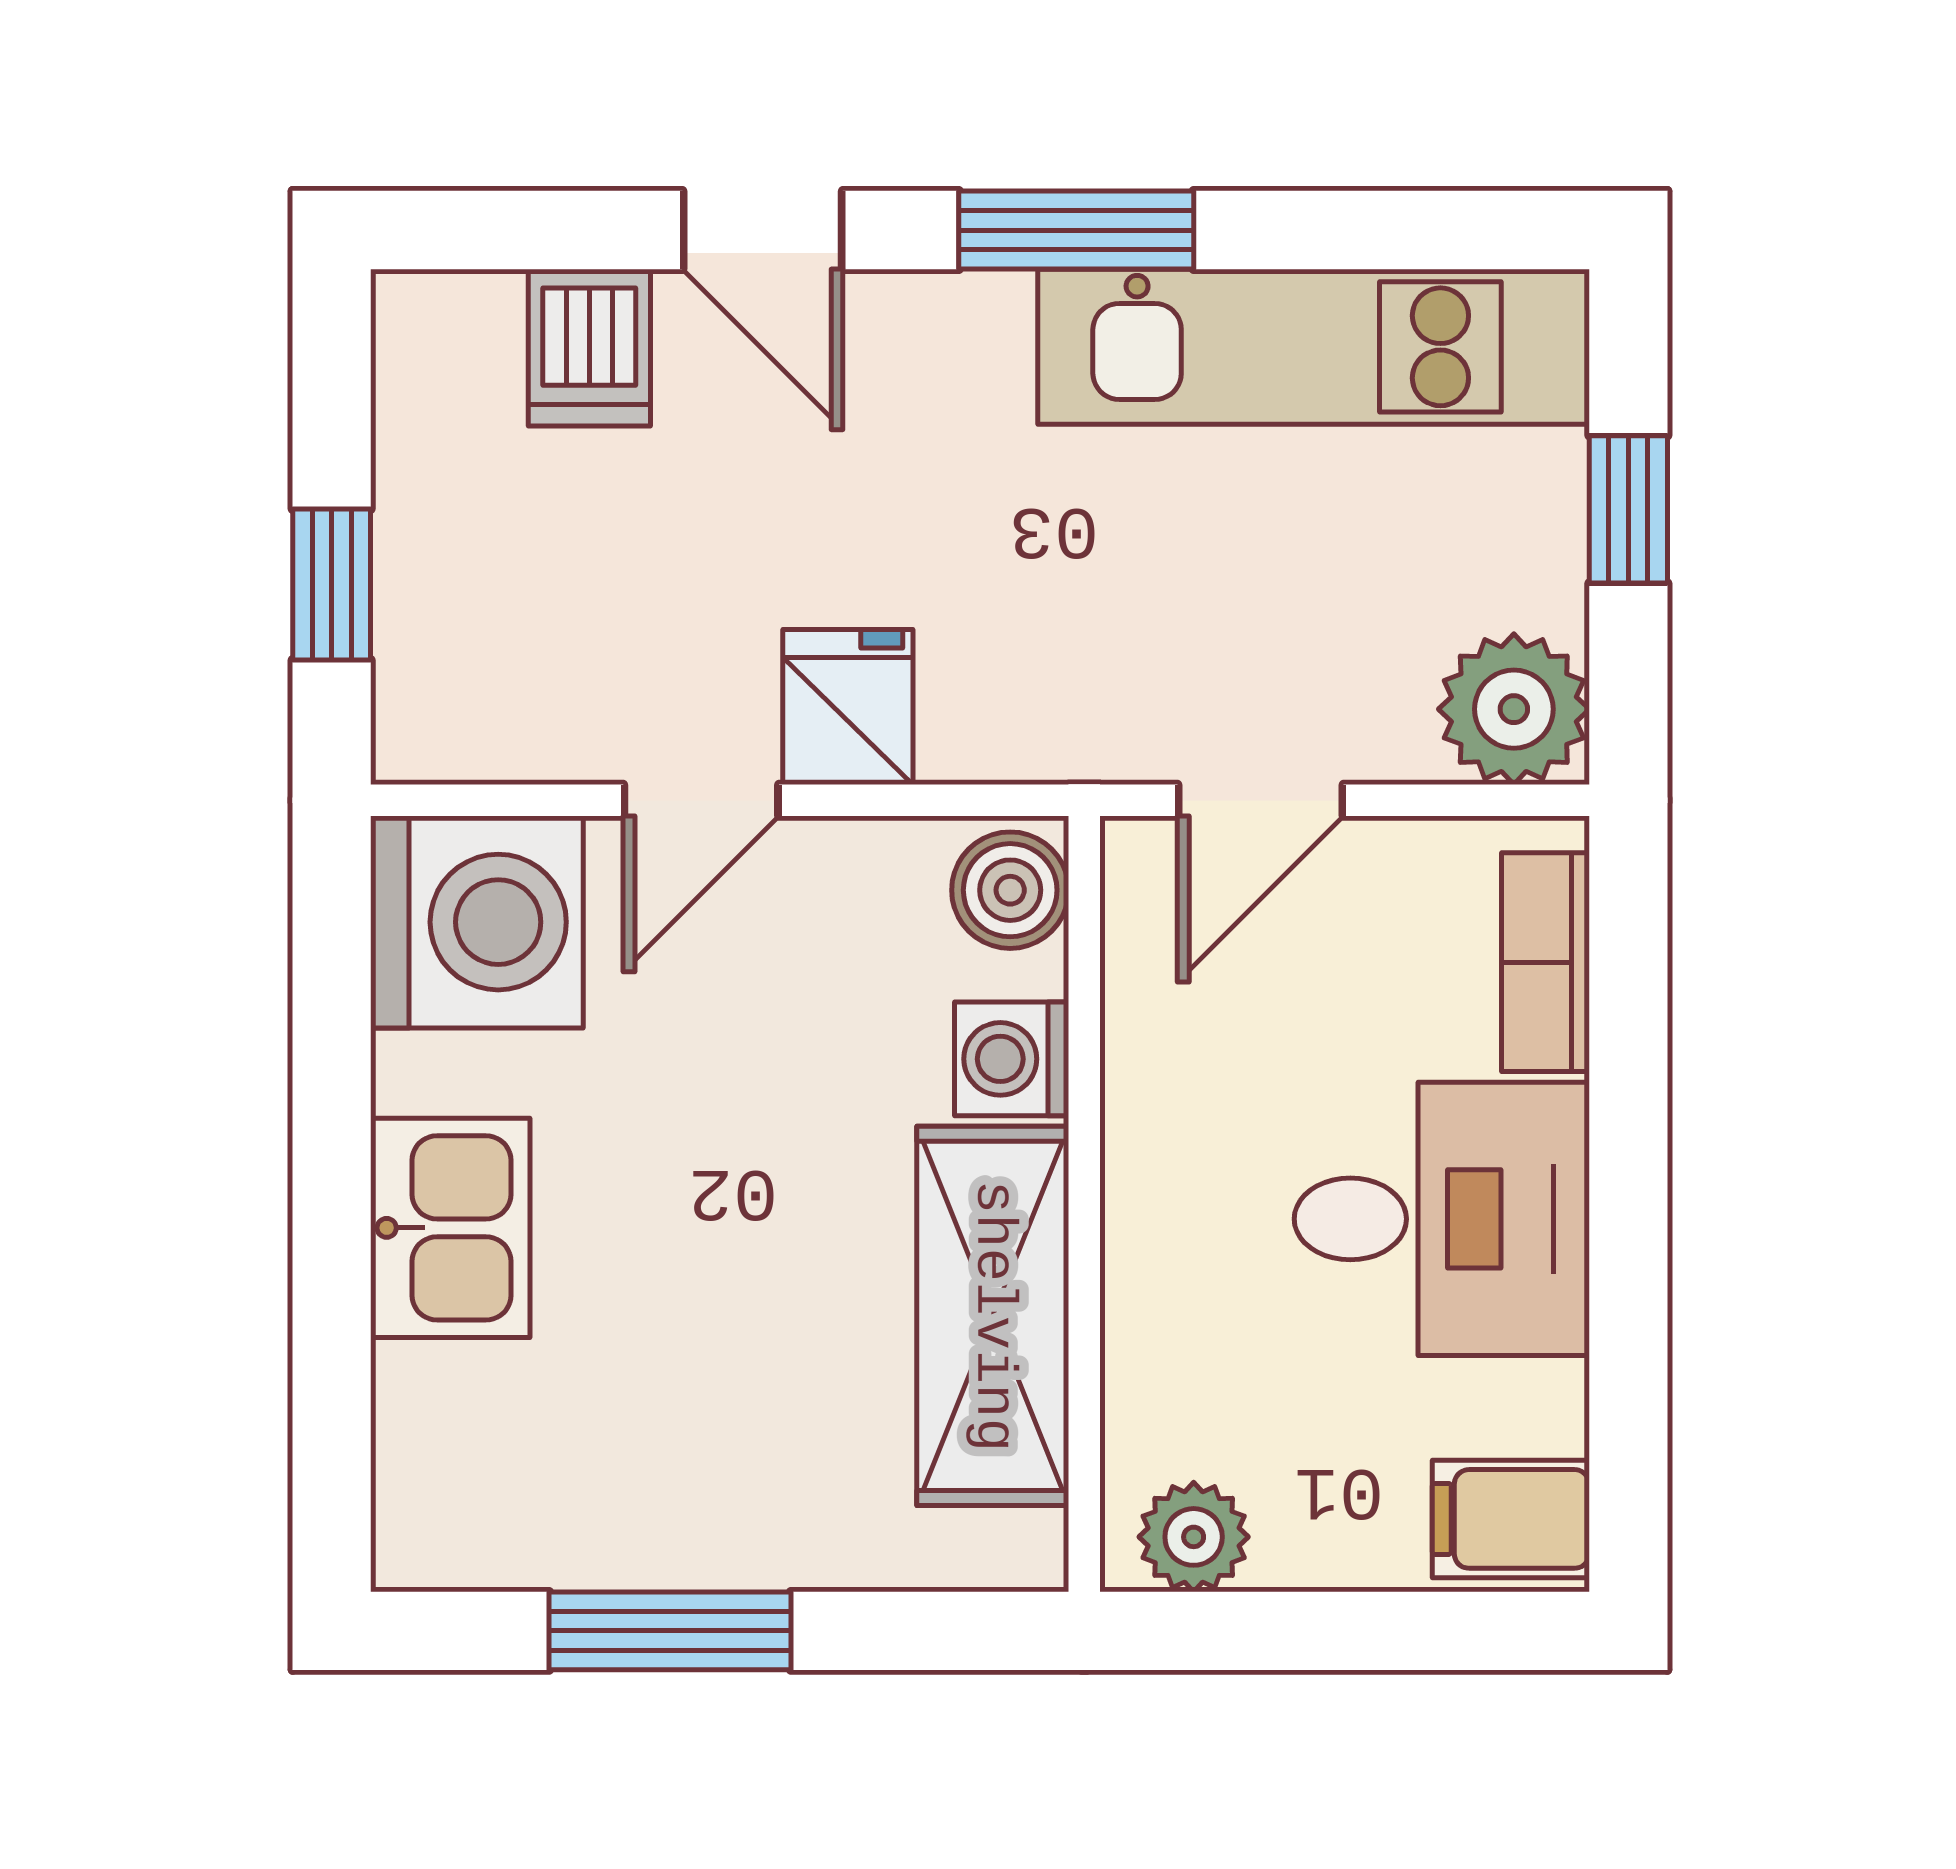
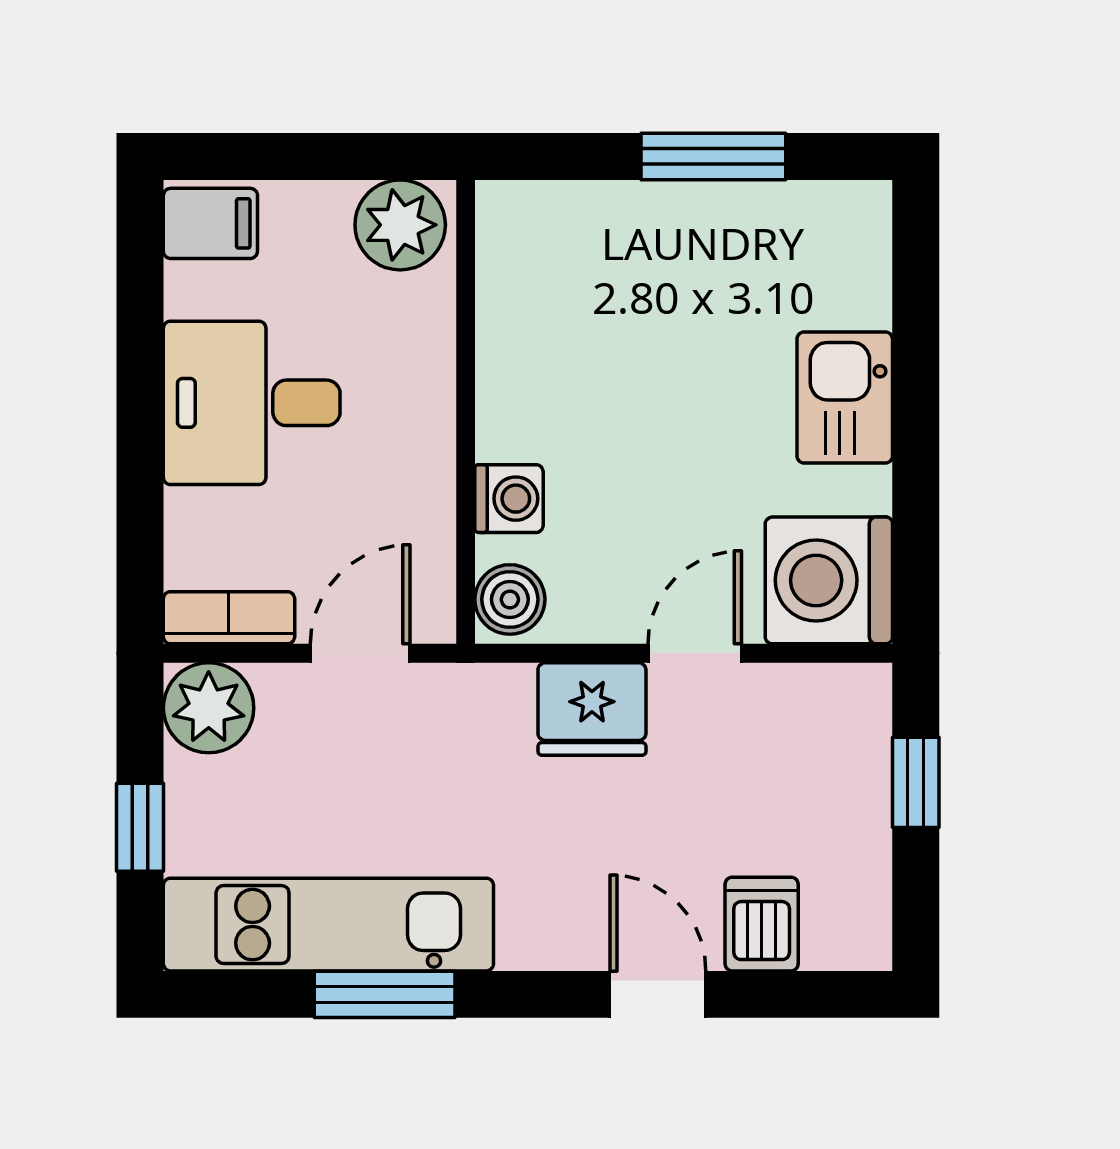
window: (1076, 230) -> (385, 994), moved
fridge: (848, 707) -> (592, 709), width x1.38
bookcase: (1546, 962) -> (229, 618), moved, turned -90
shelving: (993, 1316) -> (520, 345), removed
plant: (1194, 1537) -> (400, 225), width x1.38, depth x1.38

